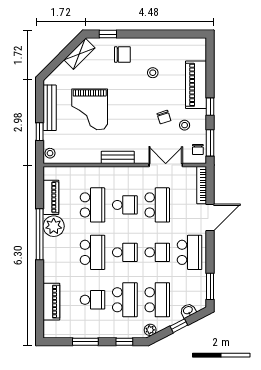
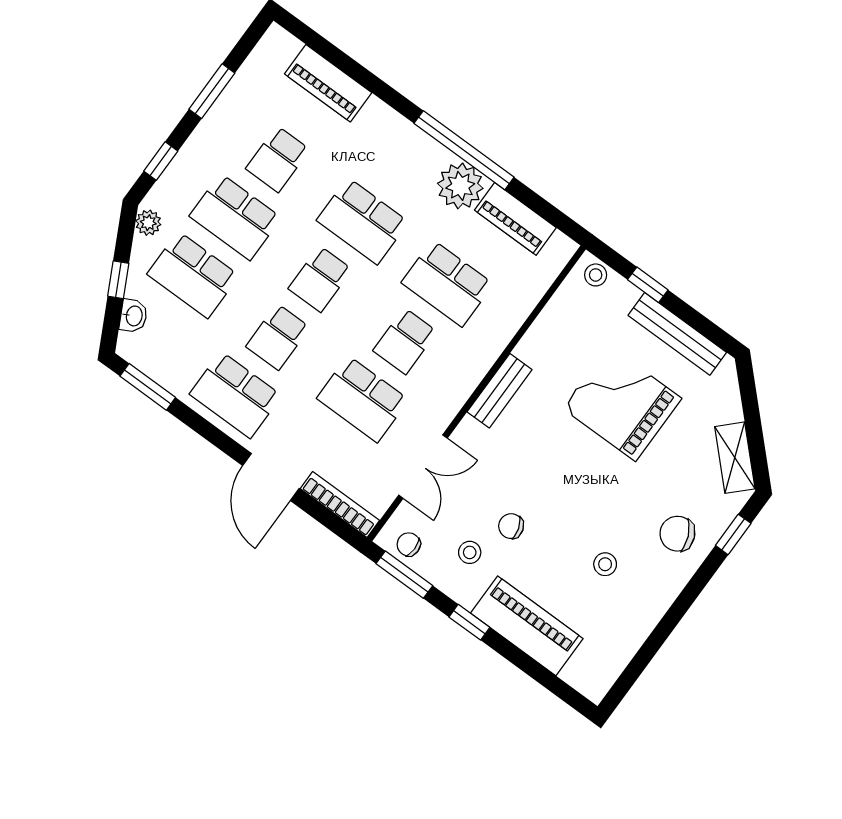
chair: (122, 54) -> (677, 534), turned 66

